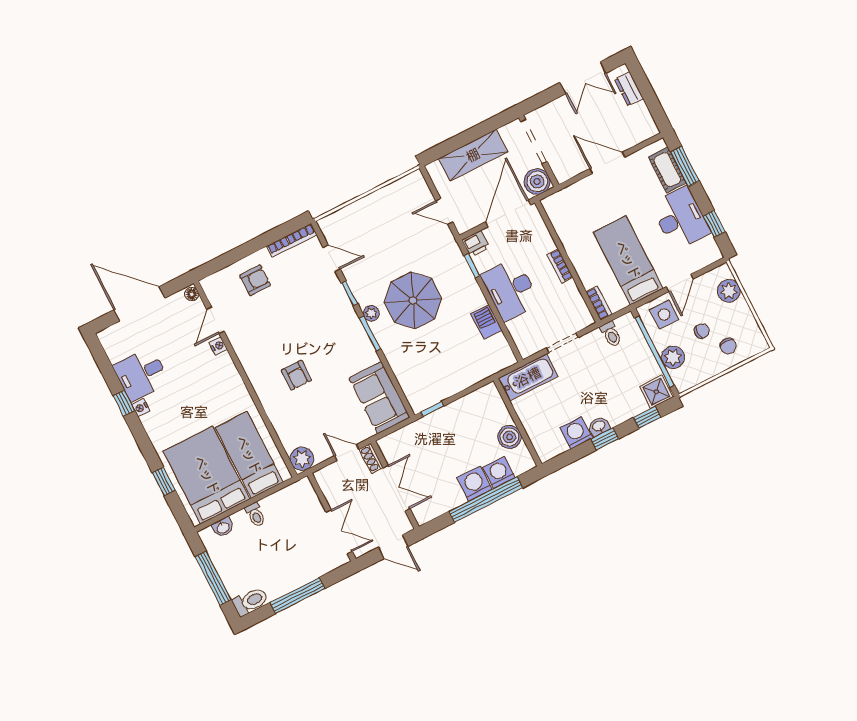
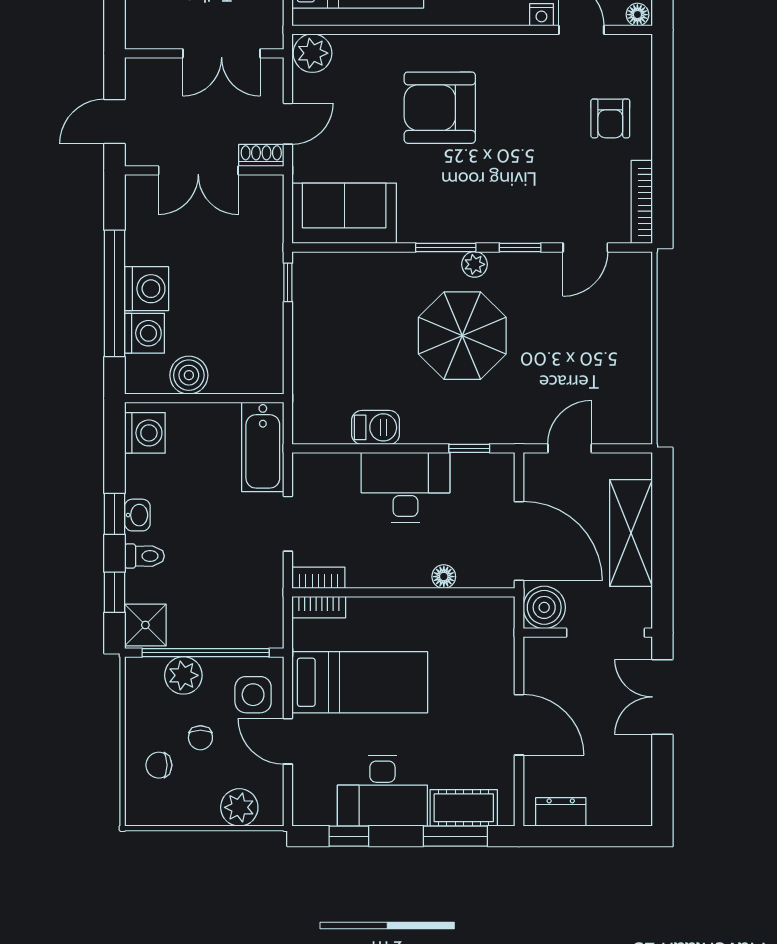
double door: (583, 78) -> (662, 697), moved
dresser: (629, 89) -> (561, 812), moved
door: (607, 163) -> (519, 725), hinge flipped
printer: (476, 244) -> (499, 470), removed
floor lamp: (548, 244) -> (444, 577), added
bookcase: (560, 266) -> (318, 578), moved
toilet: (611, 334) -> (144, 556), moved, turned 180
armchair: (296, 375) -> (440, 108), width x1.88, depth x1.88
washing machine: (576, 433) -> (145, 433), moved
double door: (339, 532) -> (222, 53), moved

